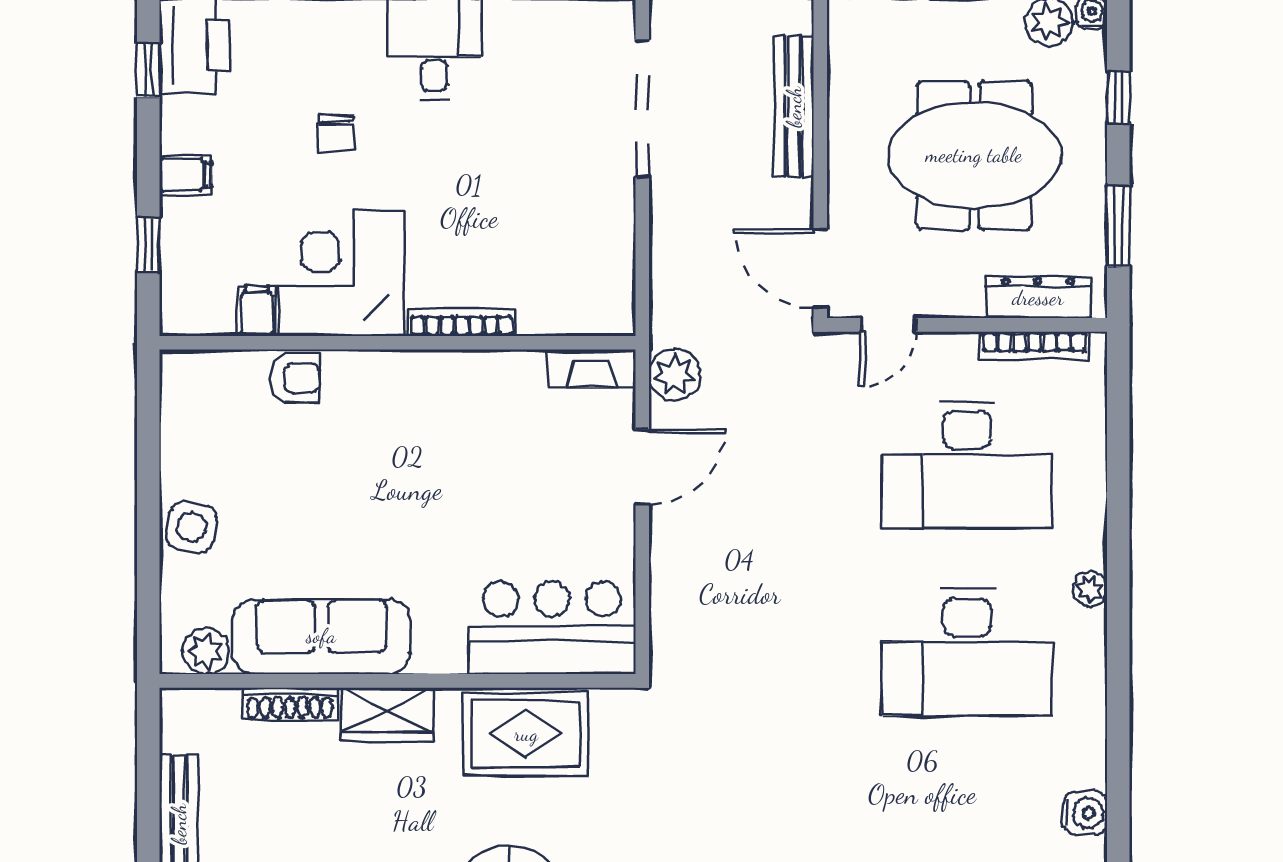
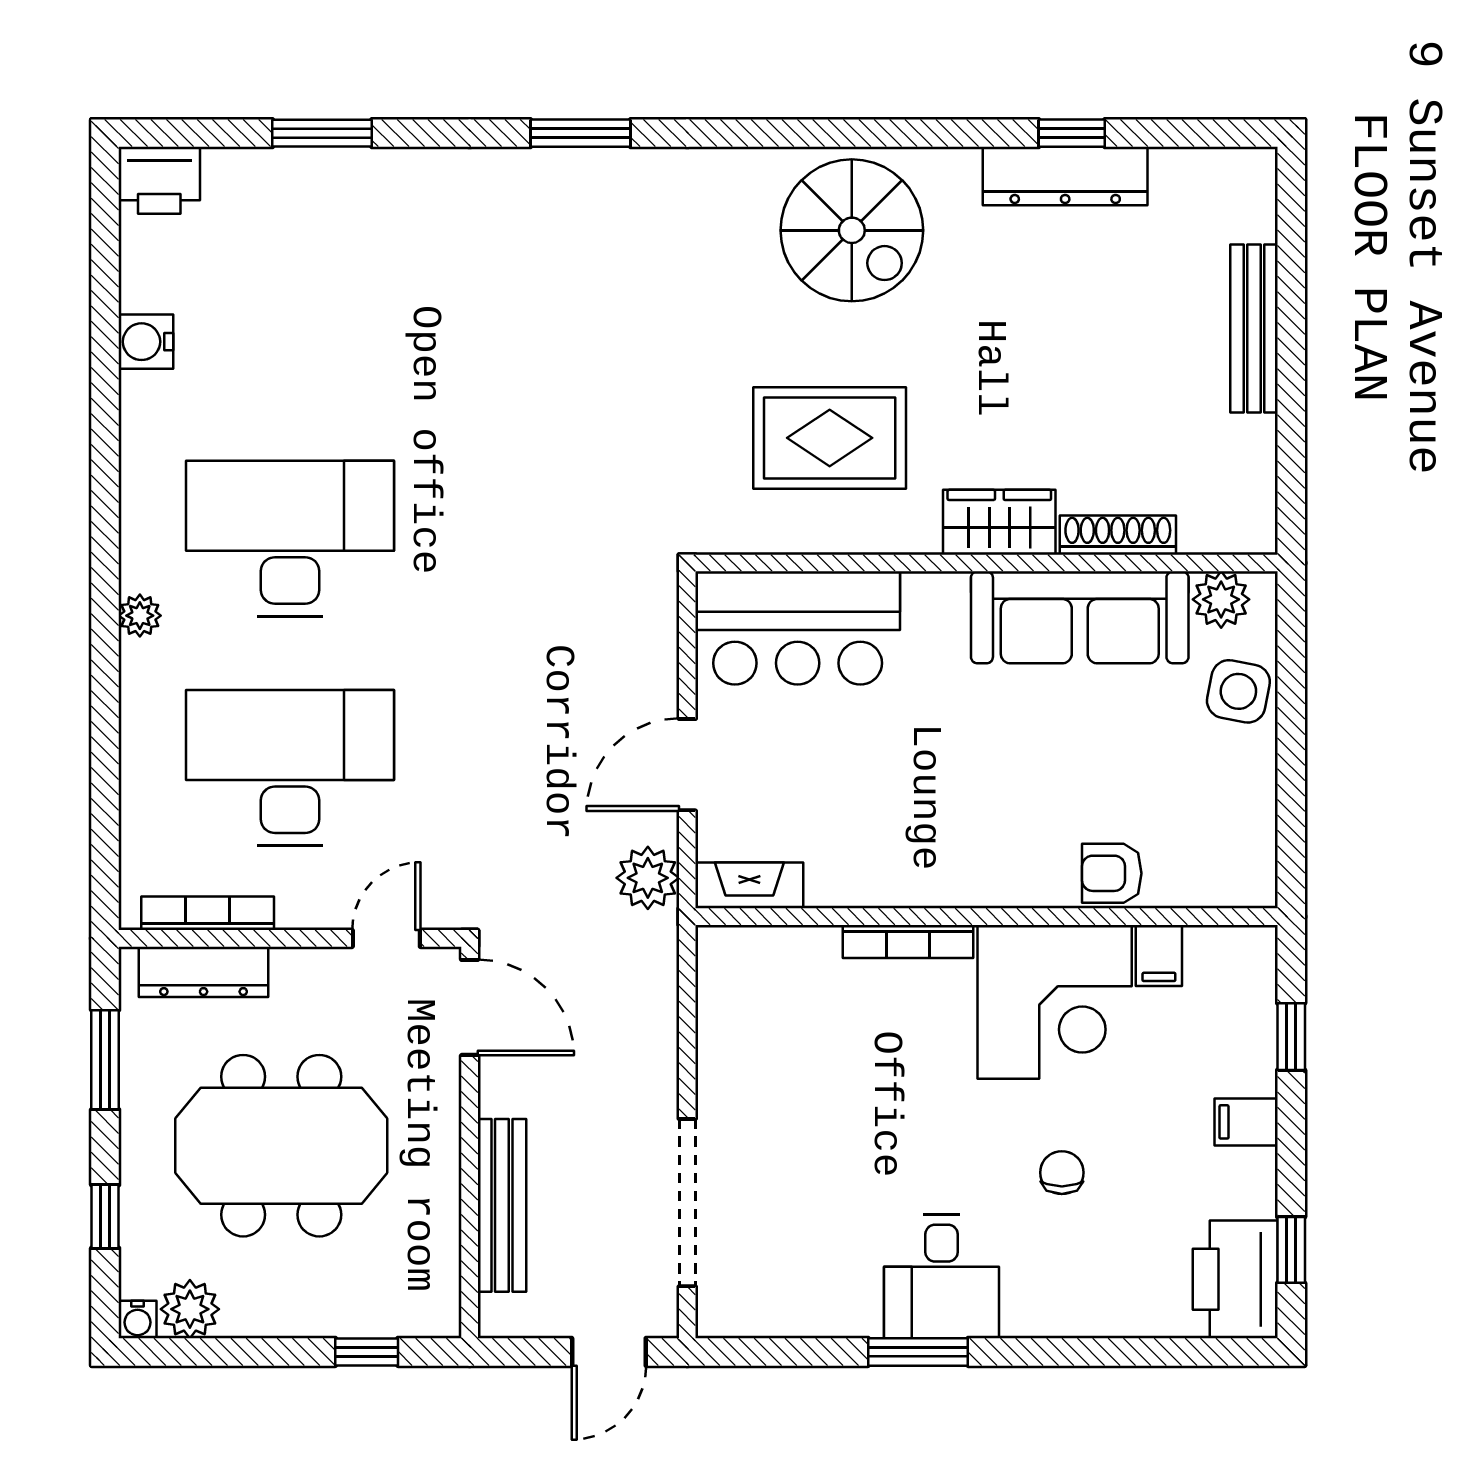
bar counter: (552, 628) -> (798, 628), moved
sofa: (321, 636) -> (1080, 617), moved
plant: (206, 651) -> (1221, 599), moved
wall: (397, 681) -> (987, 563), moved
shoe rack: (290, 704) -> (1118, 535), moved
wardrobe: (387, 714) -> (999, 522), moved

